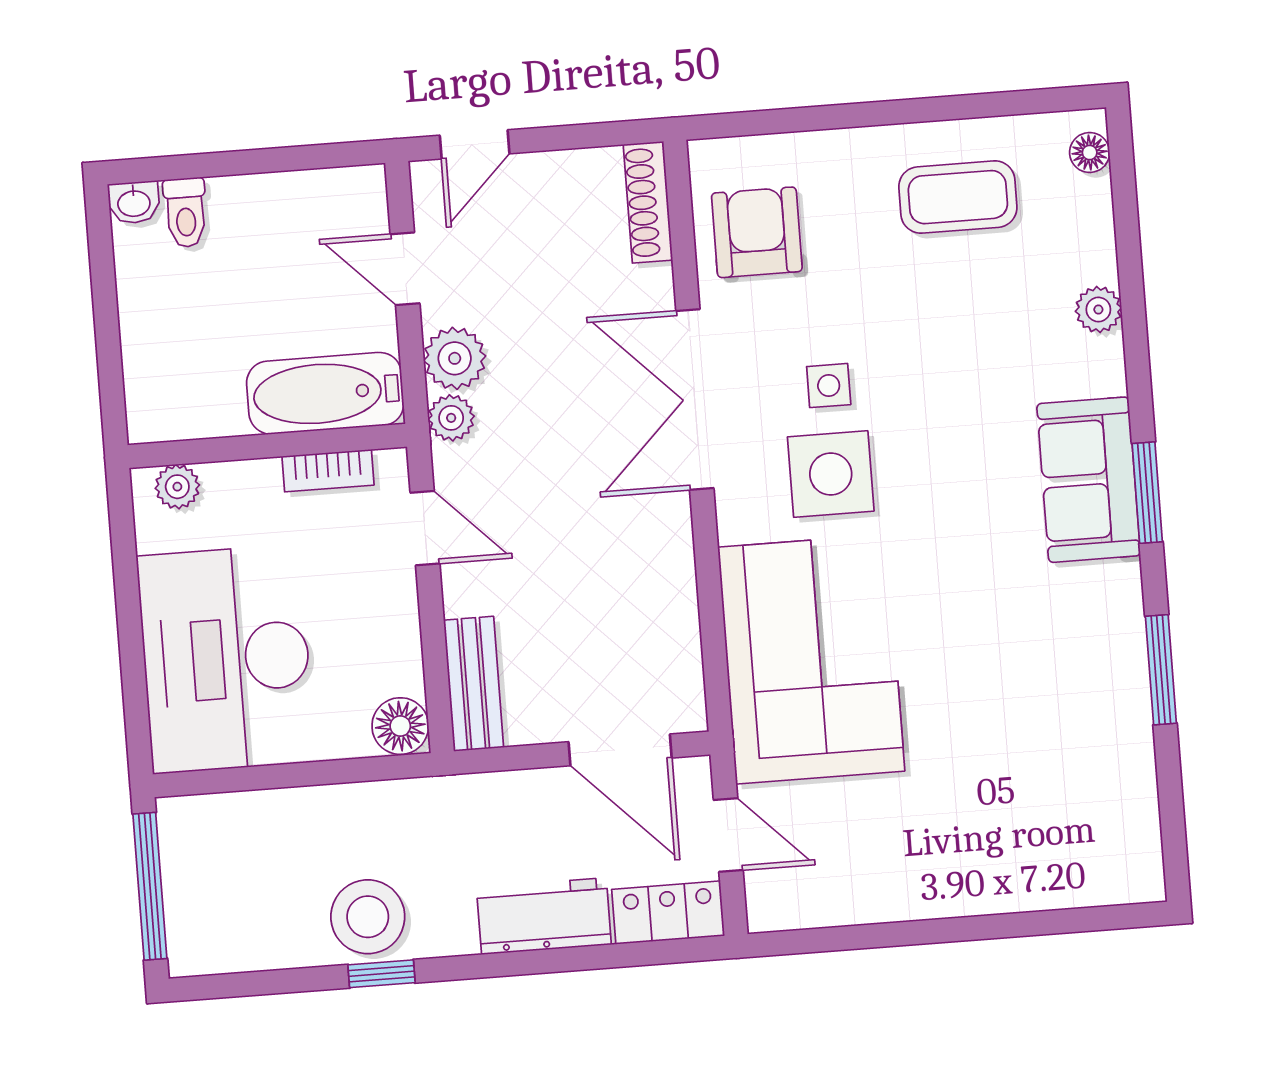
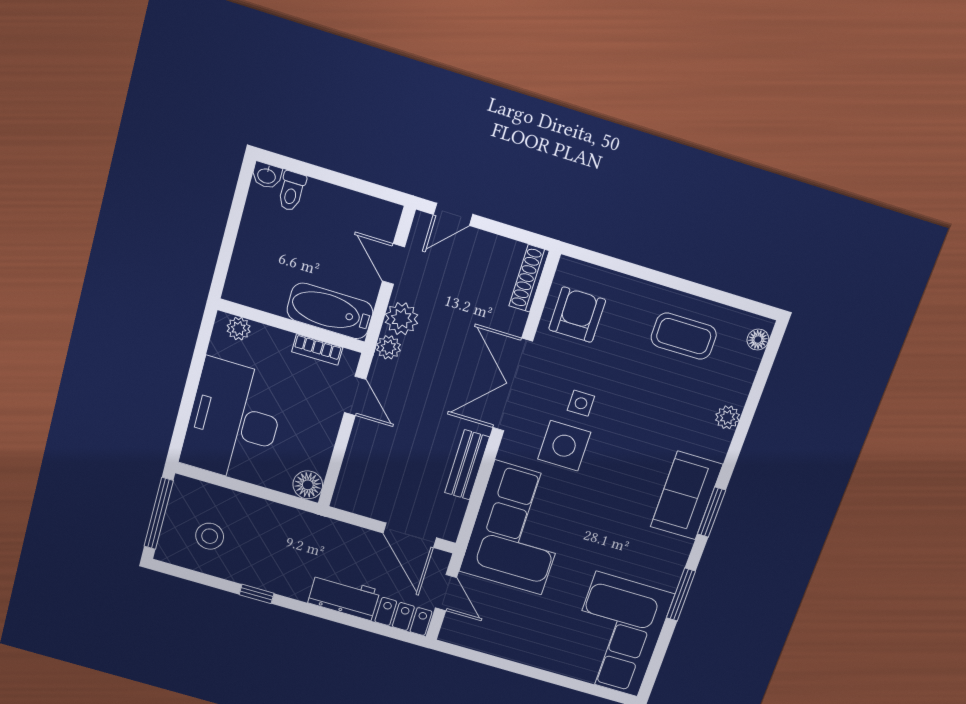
bench: (474, 684) -> (467, 465), moved
corner sofa: (1077, 793) -> (617, 634), added
stool: (368, 917) -> (210, 536), moved, width x0.73, depth x0.73

